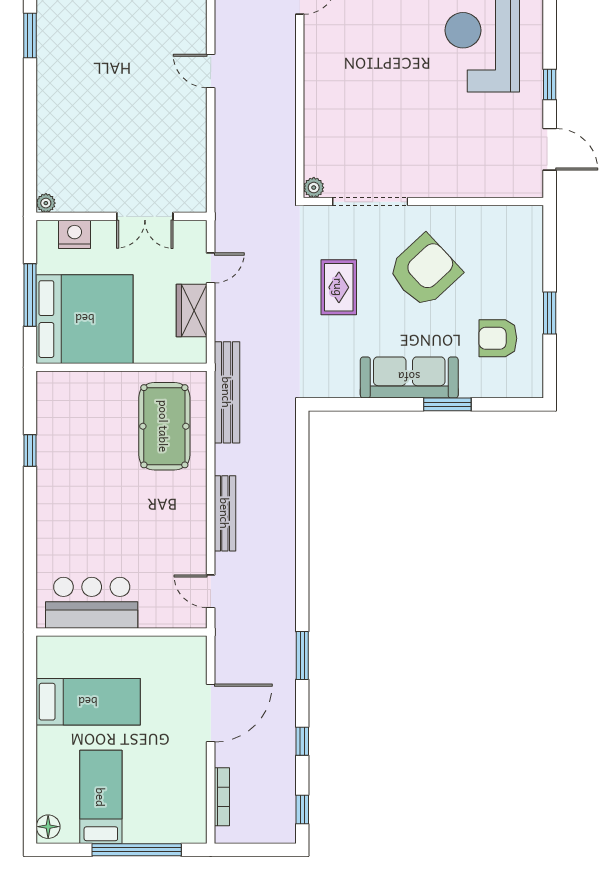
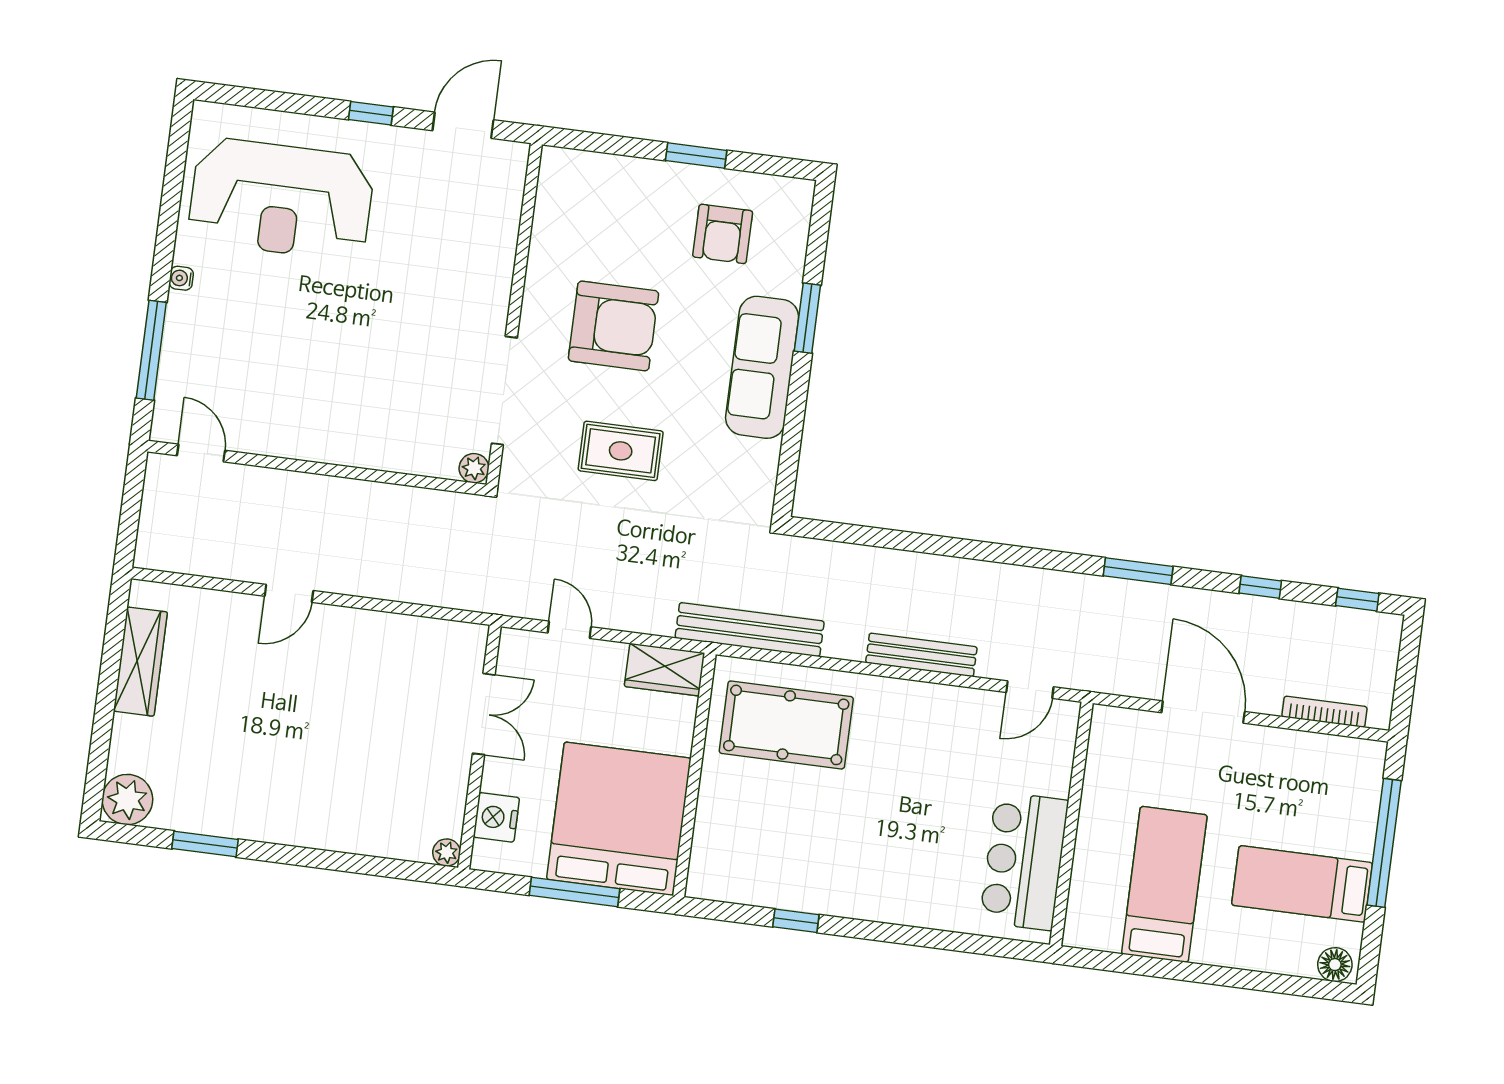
armchair: (424, 271) -> (613, 326), turned 133
wardrobe: (192, 310) -> (665, 670), moved

